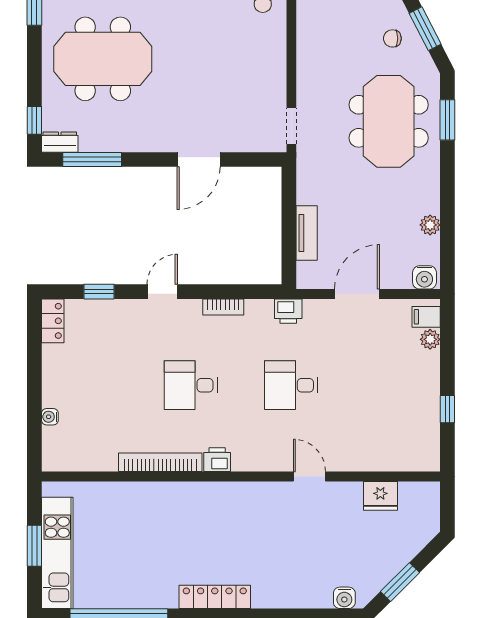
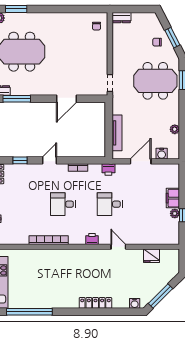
meeting table: (389, 121) -> (155, 81), turned 90
tv unit: (307, 233) -> (117, 133), width x1.41
water cooler: (424, 277) -> (162, 154), moved
filing cabinet: (426, 317) -> (173, 198), moved, width x2.00
plant: (430, 339) -> (175, 213), moved
printer: (217, 460) -> (92, 239), moved
window: (400, 582) -> (161, 296), width x1.44
locker: (215, 597) -> (95, 303), moved

